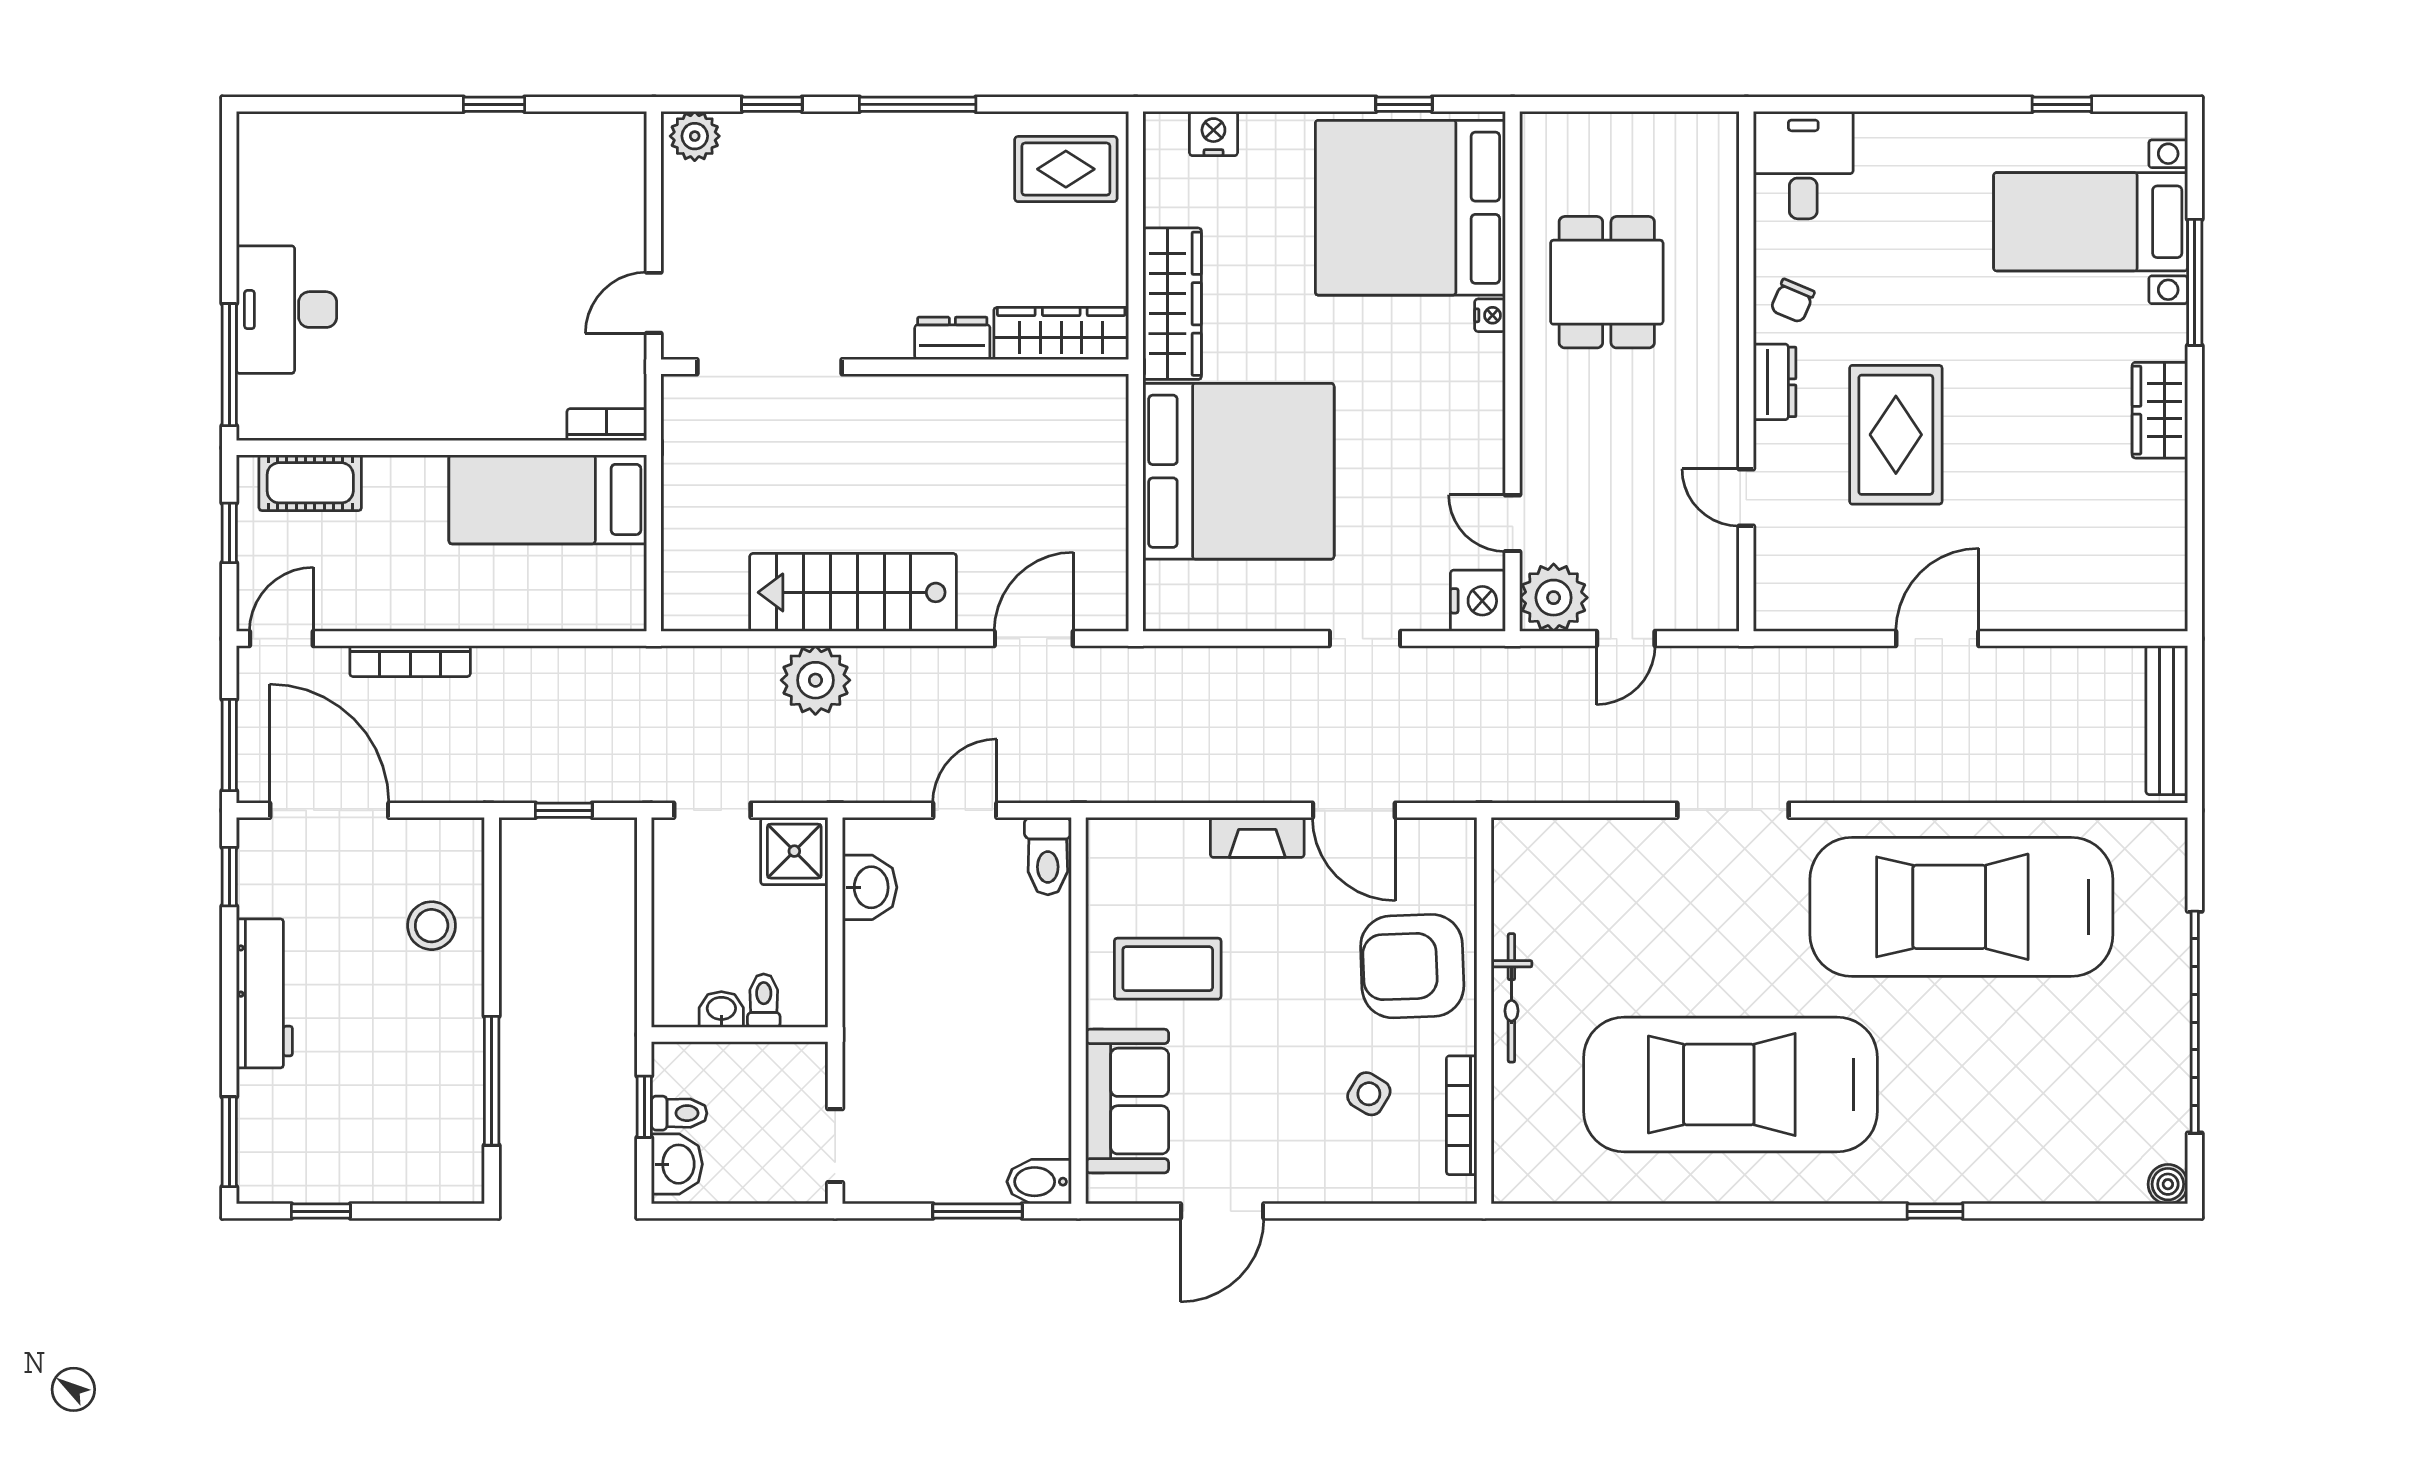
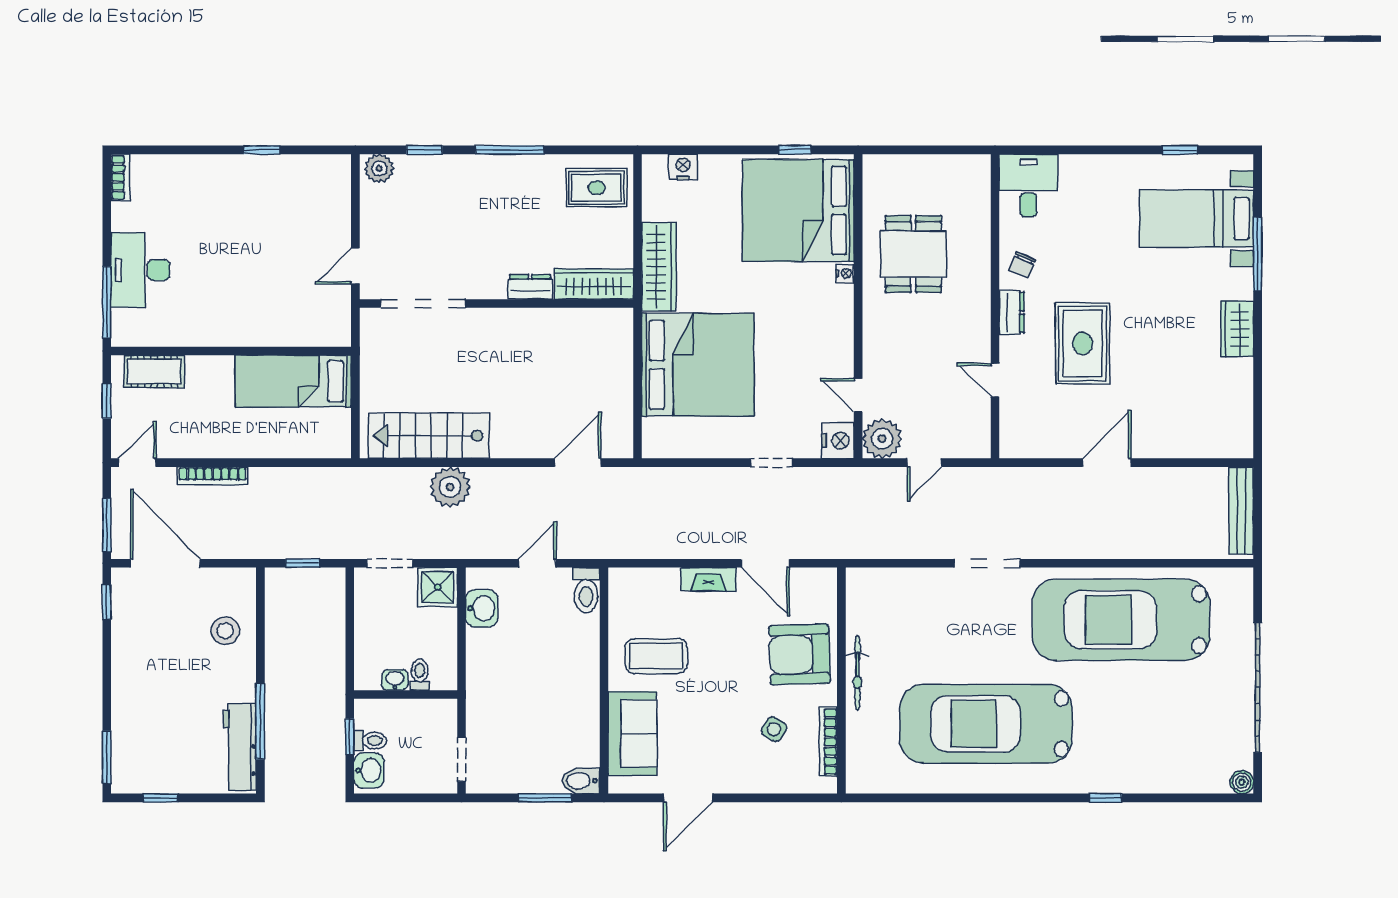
bookcase: (607, 425) -> (120, 177), moved, turned 90
stairs: (853, 592) -> (429, 436), moved
workbench: (264, 993) -> (240, 747), moved, turned 180

